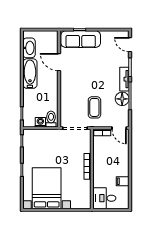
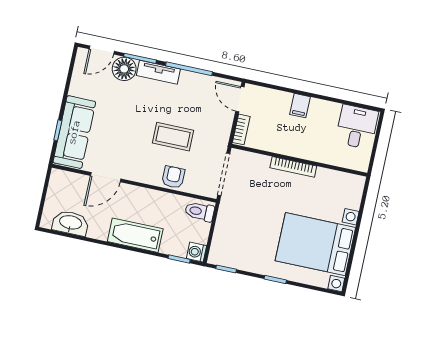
bathtub: (30, 74) -> (135, 235), moved
floor lamp: (122, 99) -> (124, 69), moved
armchair: (67, 100) -> (173, 177), added
coffee table: (94, 107) -> (173, 137), moved
washing machine: (40, 122) -> (196, 252), moved
door: (119, 128) -> (240, 99), swing flipped
filing cabinet: (123, 181) -> (300, 106), moved
desk: (104, 198) -> (357, 127), moved, turned 180

